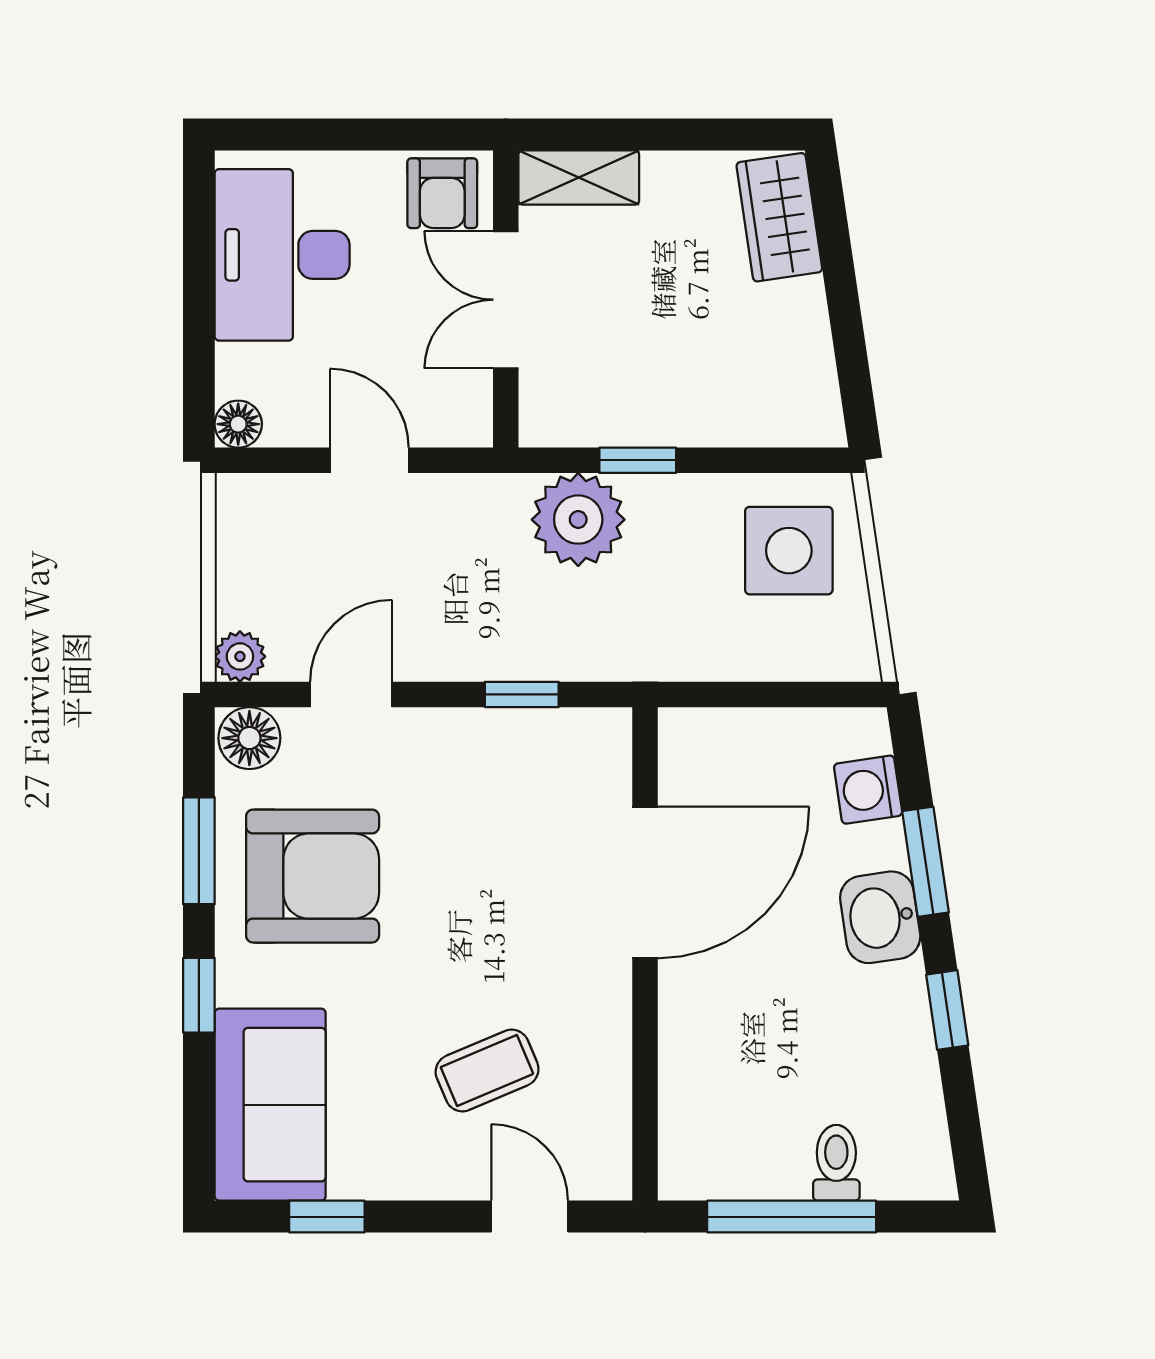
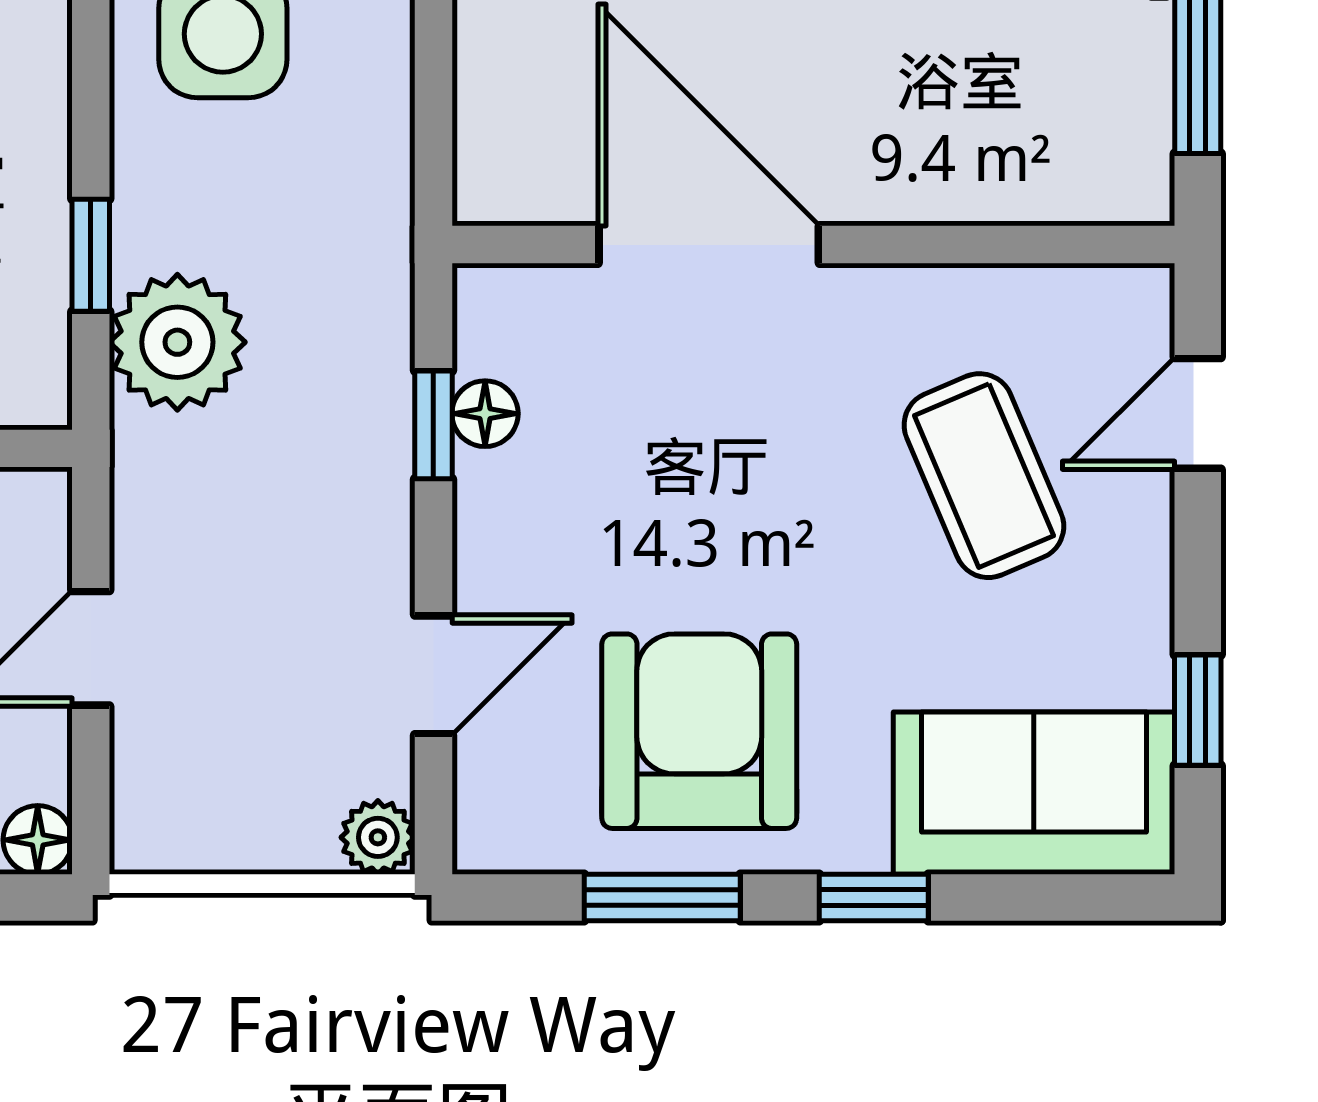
door: (351, 694) -> (433, 675), swing flipped
floor lamp: (249, 738) -> (485, 414), moved, width x0.73, depth x0.73
coffee table: (487, 1070) -> (984, 476), width x1.36, depth x1.30

